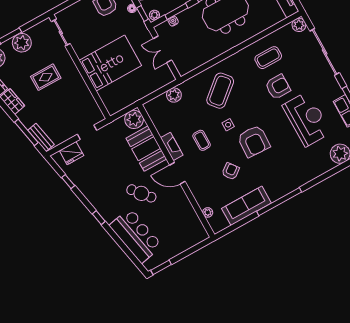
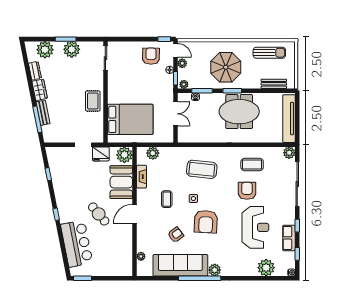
double door: (162, 49) -> (175, 114), swing flipped
bed: (110, 63) -> (130, 119), moved
rug: (46, 77) -> (93, 101), moved, turned 90
armchair: (278, 87) -> (247, 191), turned -90
coffee table: (220, 91) -> (202, 169), turned 46
plant: (174, 95) -> (153, 153), moved
bench: (41, 137) -> (43, 113), moved
fireplace: (172, 146) -> (142, 177), moved
fridge: (72, 153) -> (101, 154), moved
door: (177, 173) -> (135, 214), hinge flipped
plant: (290, 185) -> (215, 270), added
sofa: (246, 206) -> (180, 265), width x1.36, depth x1.27

